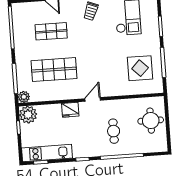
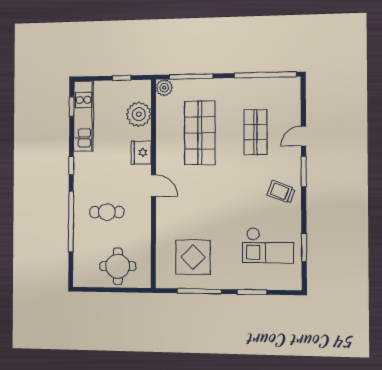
plant: (28, 115) -> (139, 114), moved

